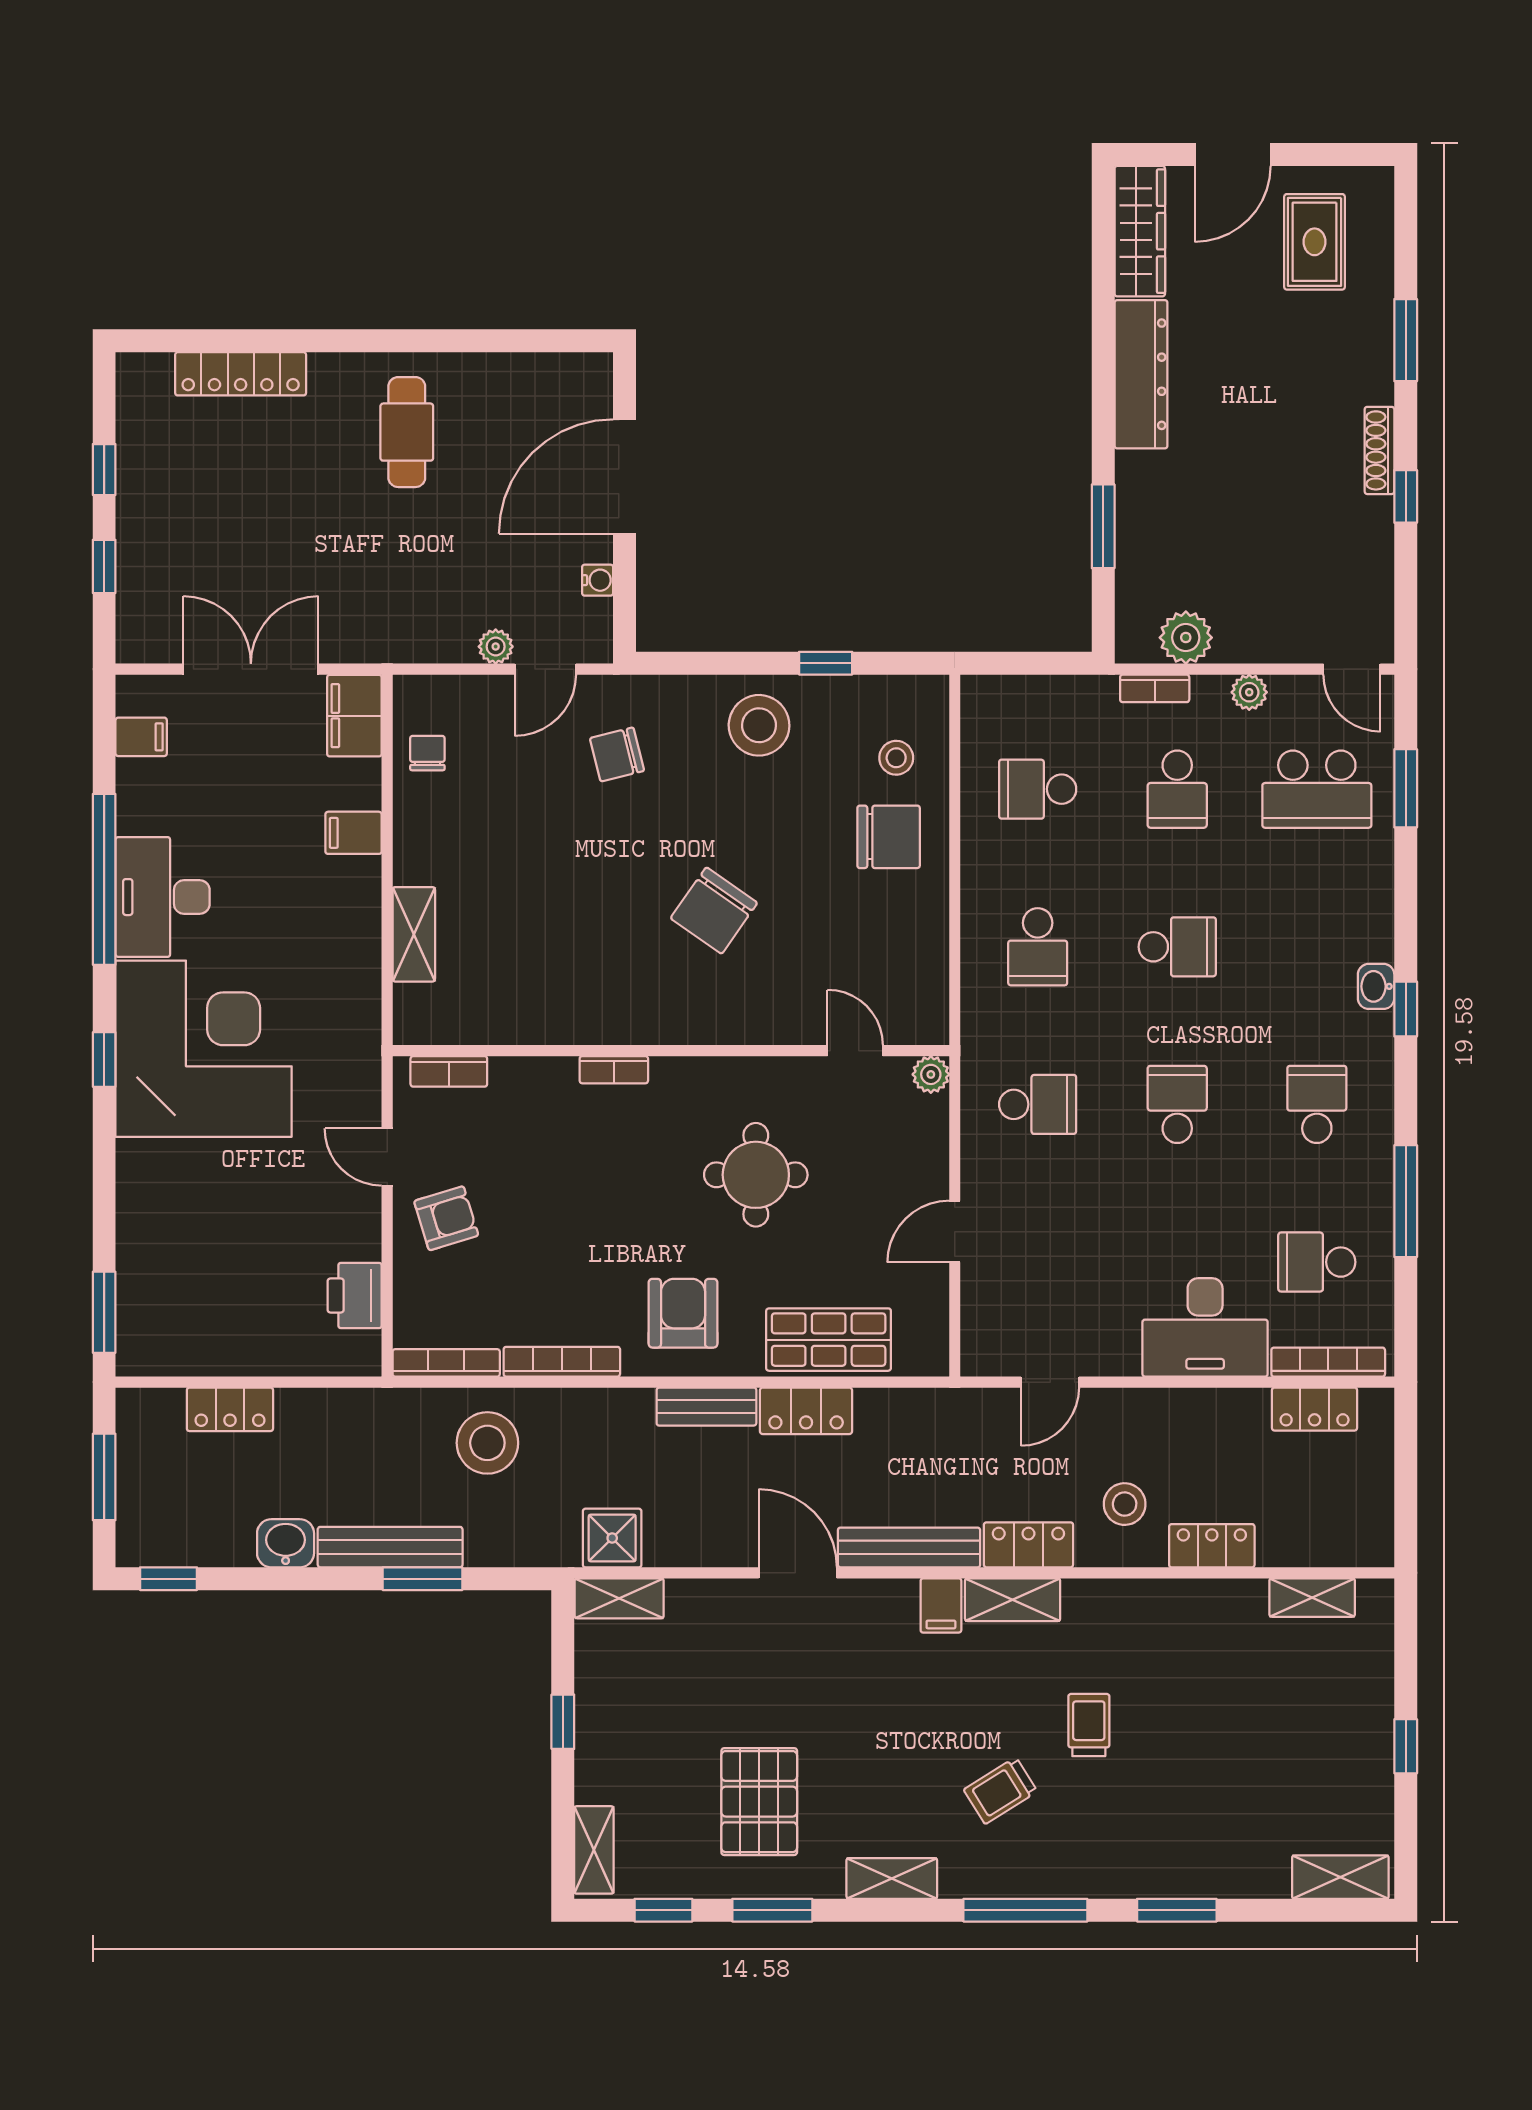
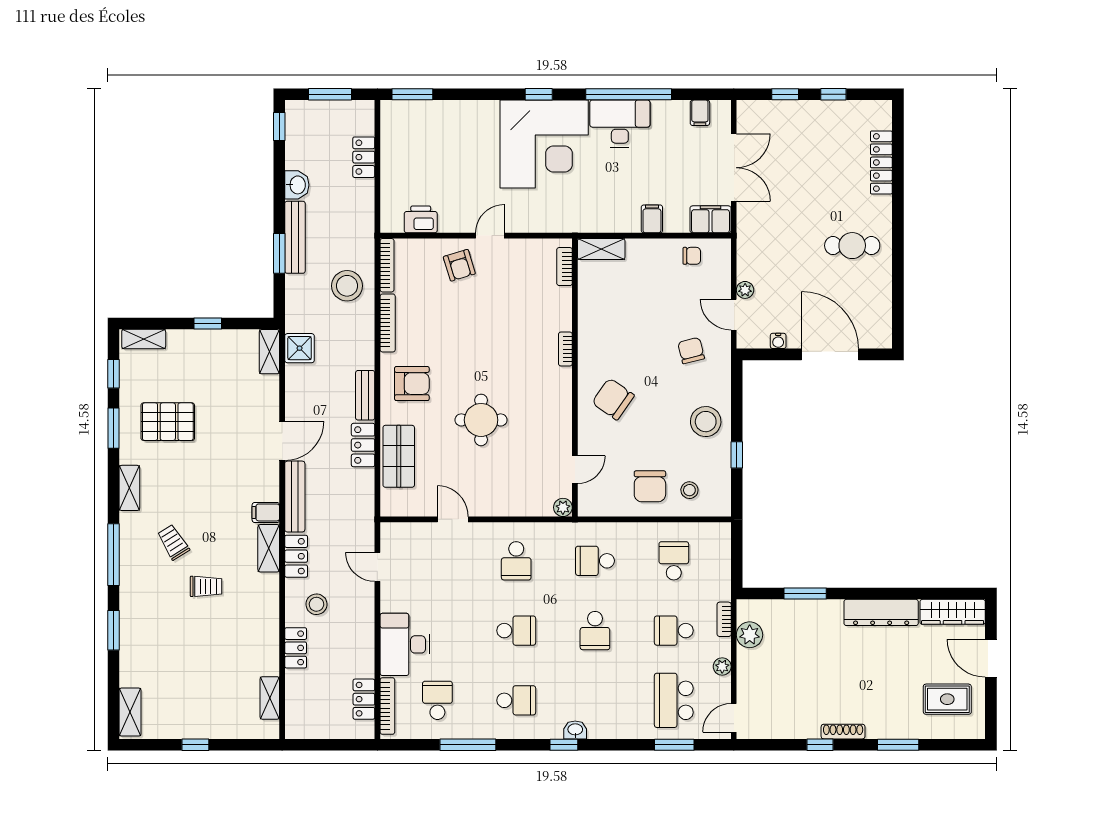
wall: (671, 1051) -> (575, 378), moved
door: (855, 1051) -> (575, 470), moved
bookcase: (614, 1070) -> (565, 349), moved
bookcase: (449, 1071) -> (565, 267), moved
plant: (931, 1074) -> (563, 507), moved

